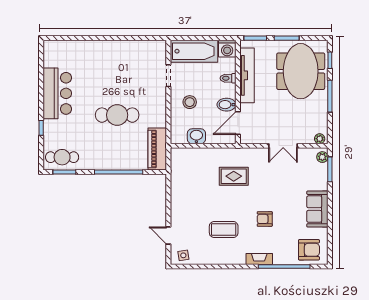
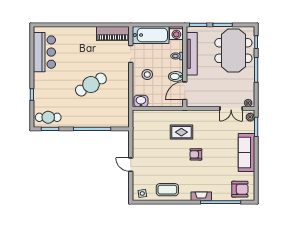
bar counter: (57, 93) -> (44, 52), moved
cafe table: (117, 115) -> (91, 85), turned -31
washbasin: (196, 136) -> (141, 101), moved
double door: (283, 146) -> (231, 108), moved
piano: (157, 149) -> (113, 34), moved, turned -90
sofa: (317, 209) -> (246, 152), width x1.36
armchair: (265, 219) -> (196, 154), moved
coffee table: (224, 229) -> (167, 190), moved
door: (168, 236) -> (131, 165), moved

